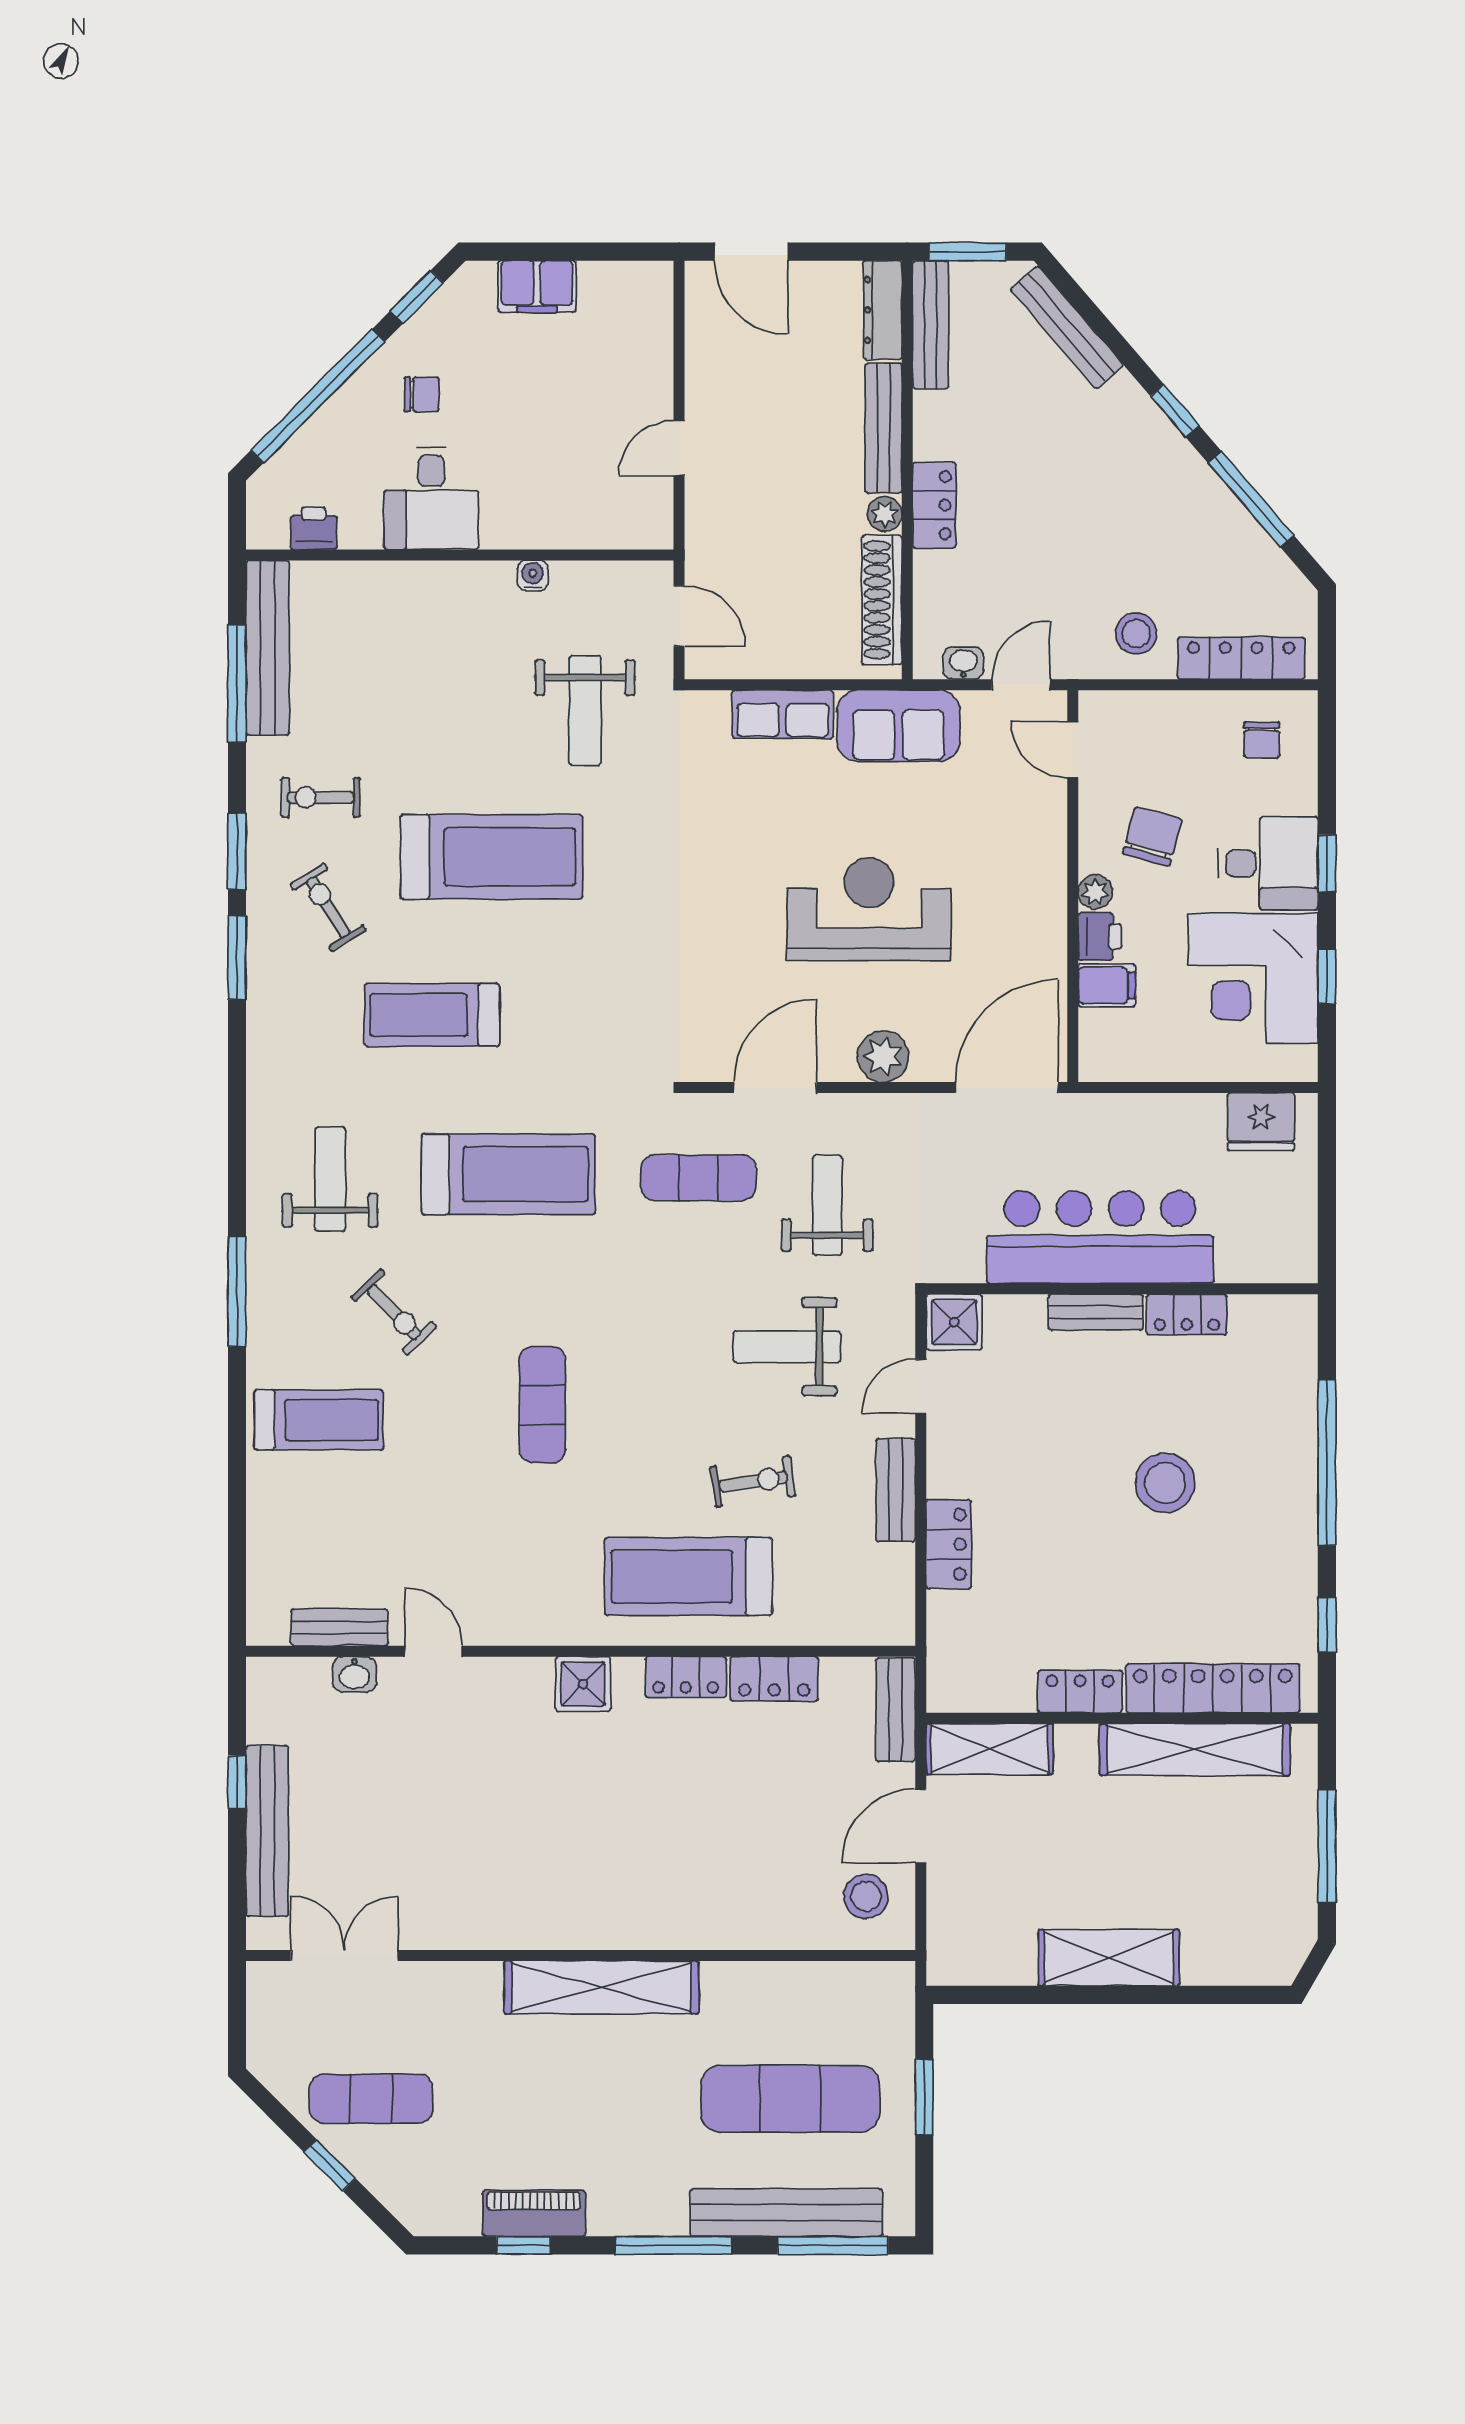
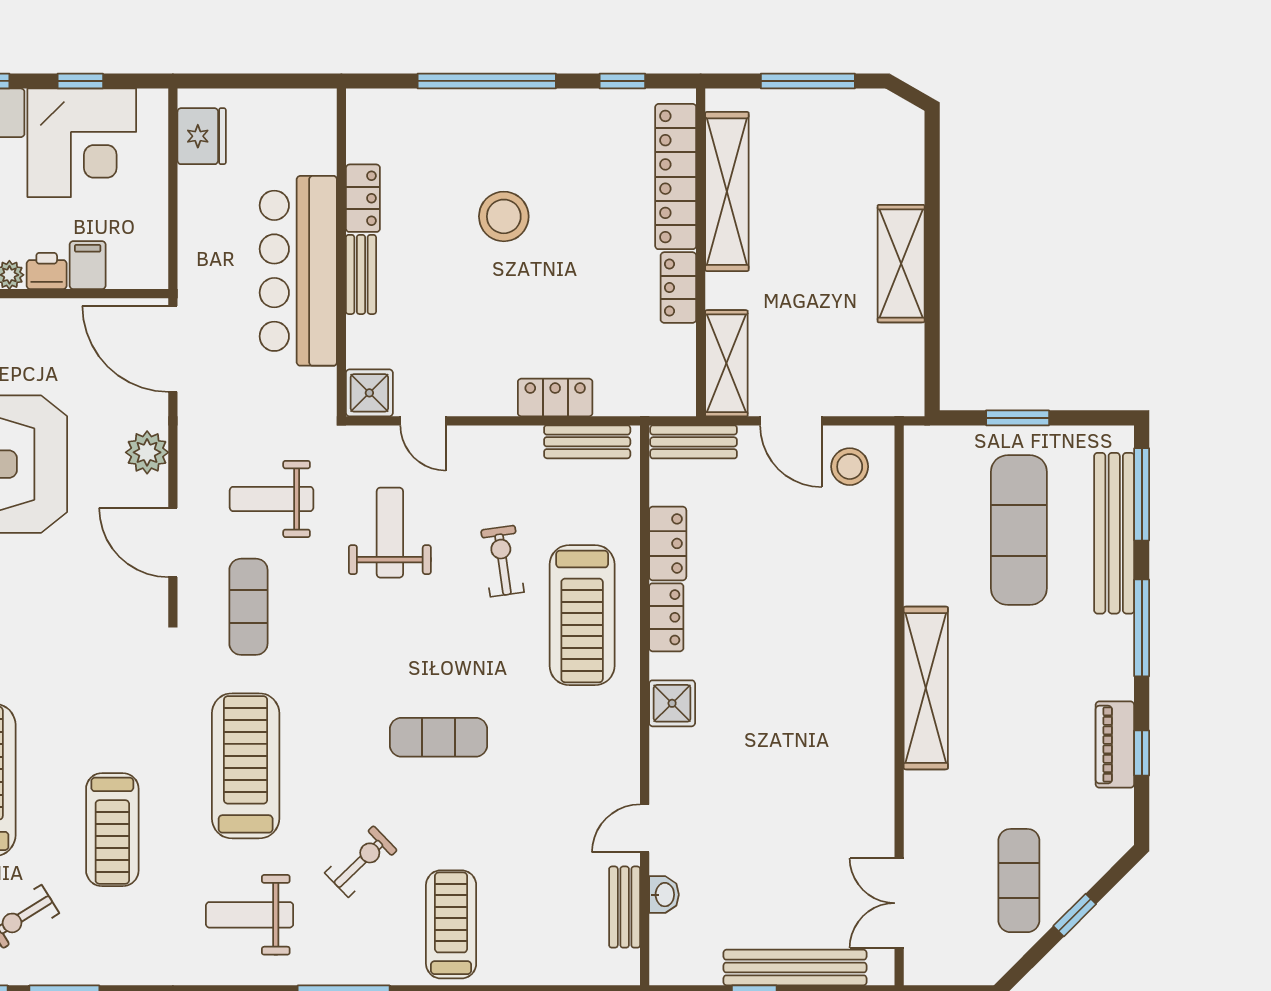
weight bench: (787, 1347) -> (390, 533), turned 180
bench: (896, 1490) -> (587, 442), moved

